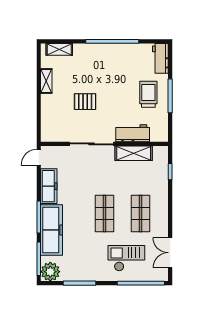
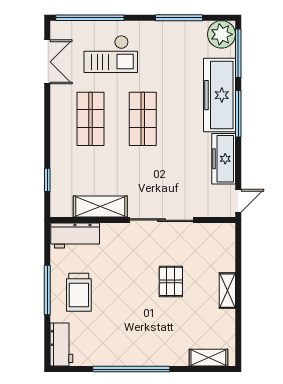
shelving: (46, 81) -> (227, 291), moved
pallet: (85, 102) -> (171, 281), turned 90
workbench: (133, 133) -> (75, 236), moved

